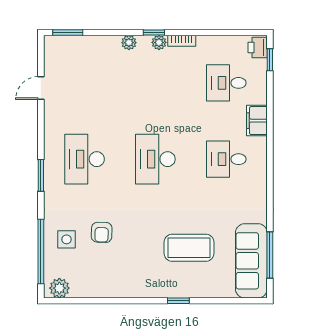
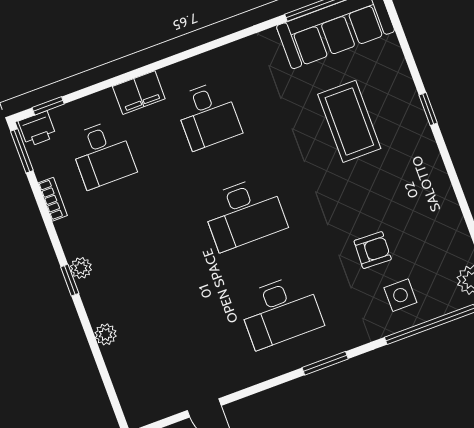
window: (68, 32) -> (22, 151), moved
bookcase: (182, 41) -> (53, 199), moved
plant: (129, 43) -> (106, 334), moved

